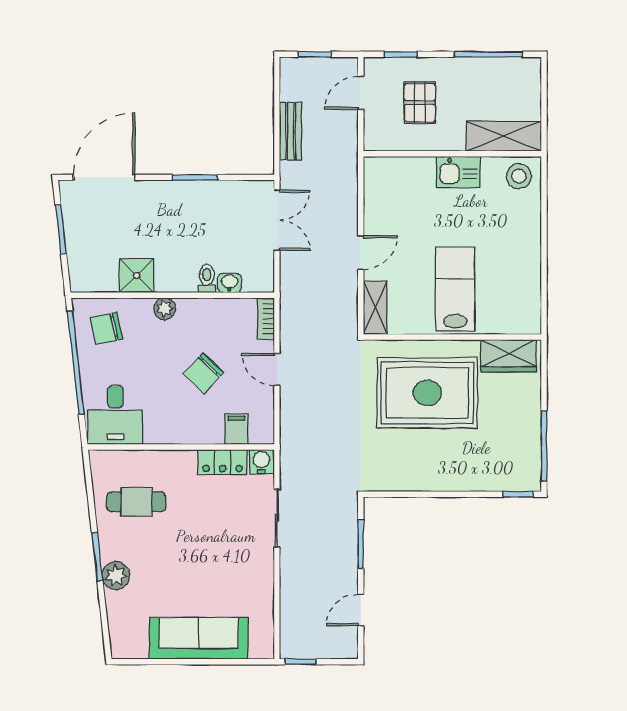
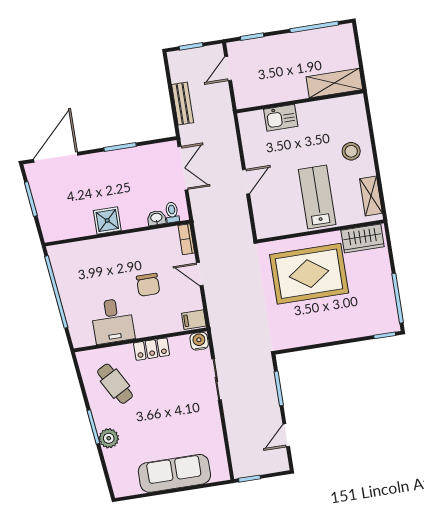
pallet: (420, 103) -> (271, 69), removed
kitchen sink: (458, 172) -> (281, 118), moved
stool: (519, 176) -> (351, 151), moved
shower: (137, 276) -> (107, 221), moved
toilet: (207, 278) -> (172, 212), moved
shelving: (375, 307) -> (371, 196), moved
plant: (165, 309) -> (113, 244), removed
chair: (106, 328) -> (74, 264), removed
chair: (203, 373) -> (148, 285), turned -44
desk: (115, 415) -> (113, 321), moved
filing cabinet: (236, 429) -> (194, 320), moved, turned -90
locker: (223, 462) -> (152, 349), moved
cafe table: (136, 502) -> (115, 384), turned 61

